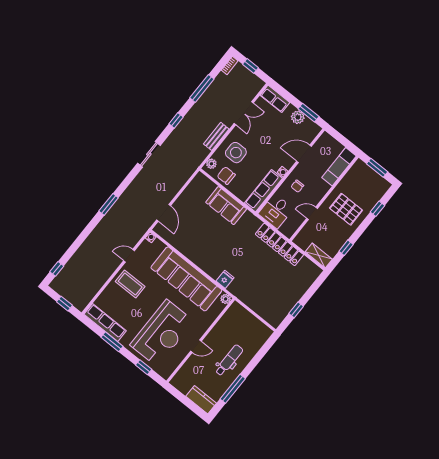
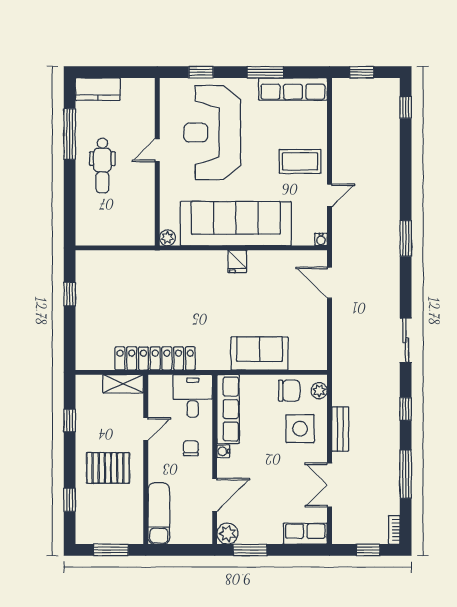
plant: (298, 117) -> (228, 534), moved
shelving: (319, 255) -> (123, 384), moved
fridge: (225, 279) -> (237, 261), moved

